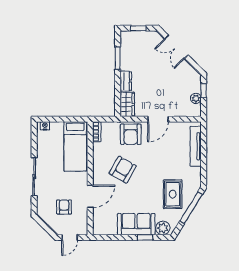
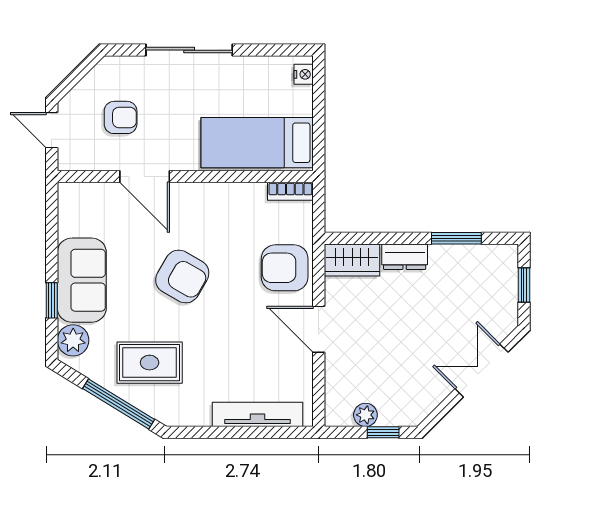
armchair: (123, 170) -> (182, 276), moved

